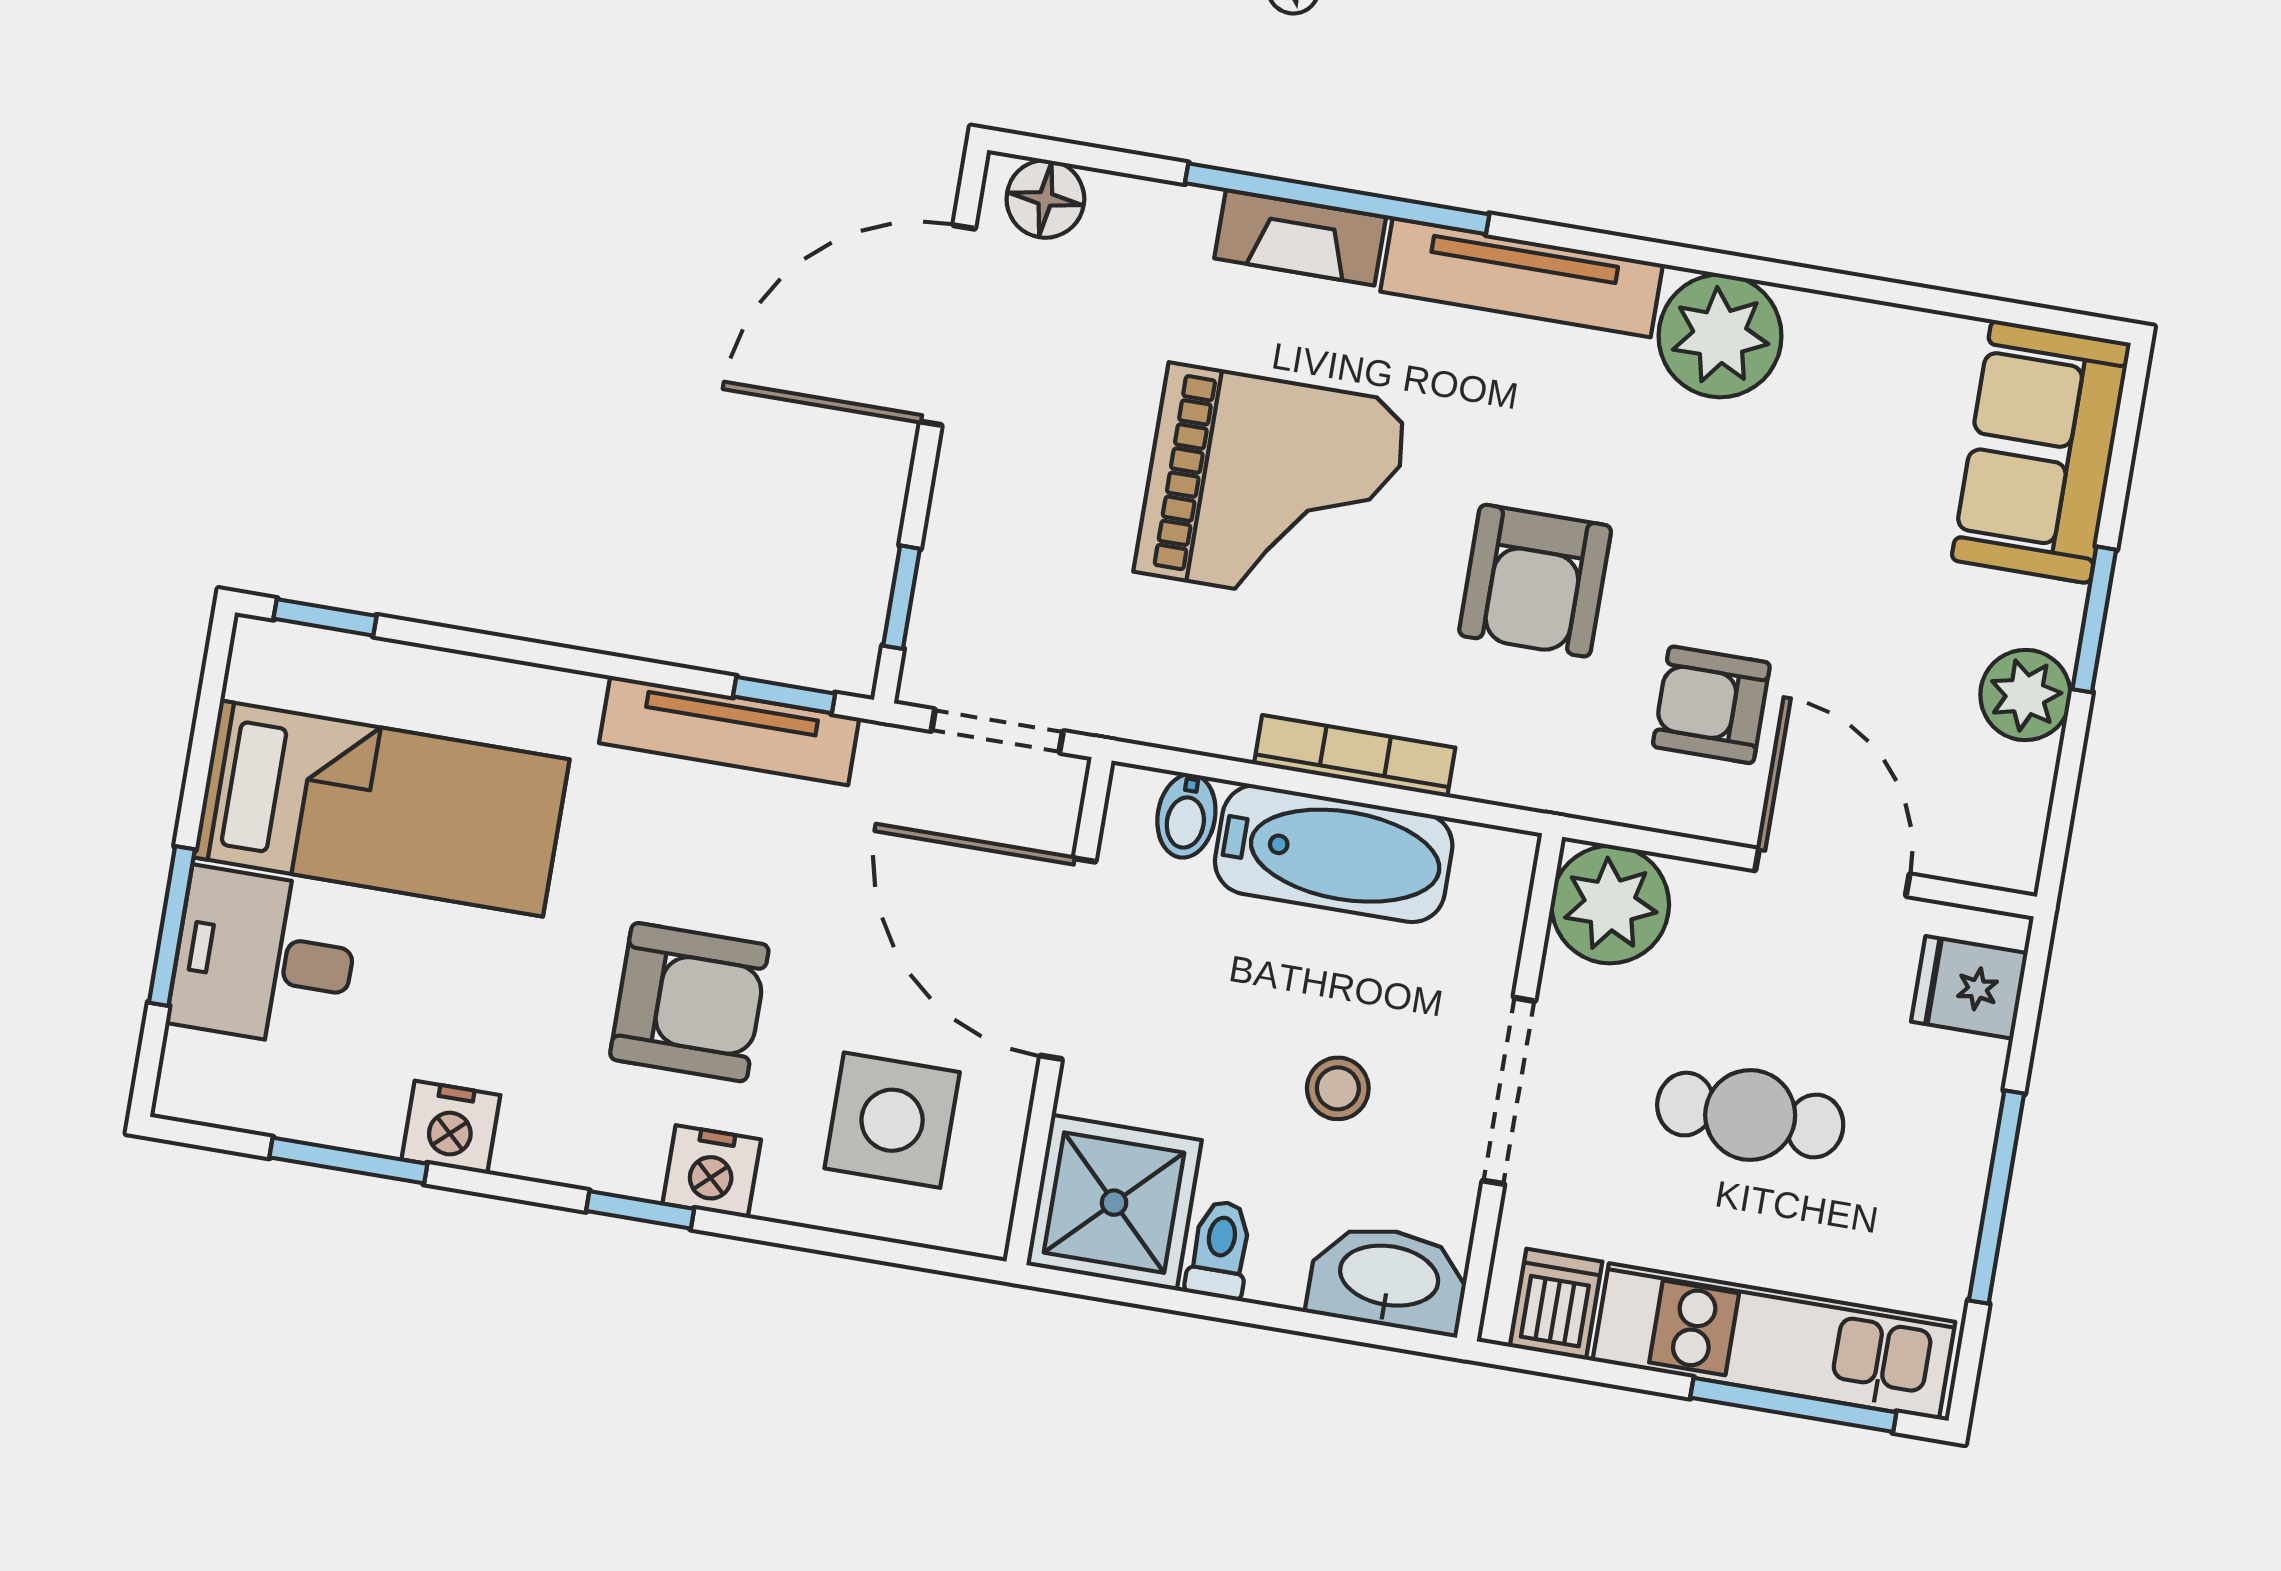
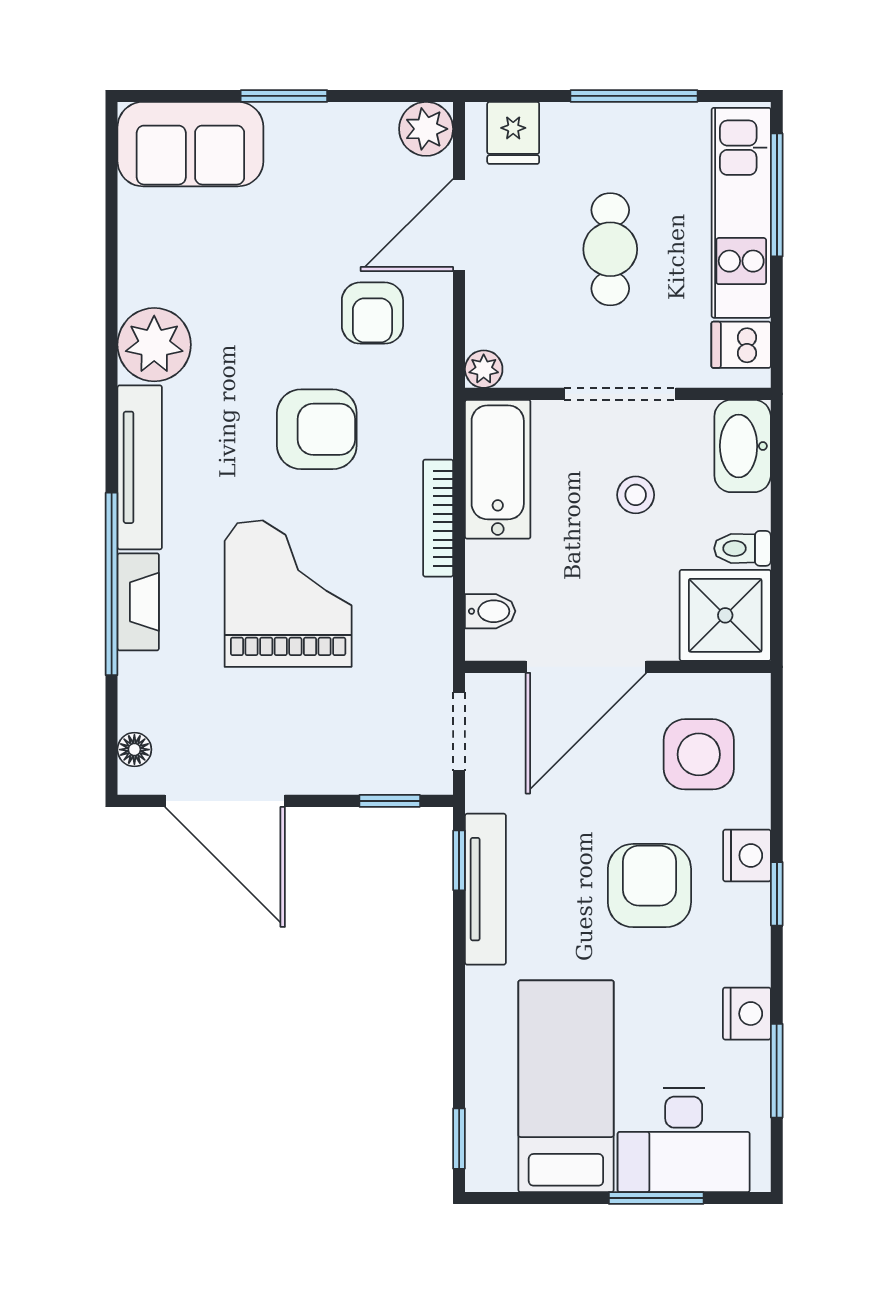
floor lamp: (1045, 199) -> (134, 750), width x0.73, depth x0.73
plant: (2026, 695) -> (426, 129), moved
bathtub: (1334, 854) -> (498, 469), moved
plant: (1610, 905) -> (484, 369), width x0.53, depth x0.53
desk: (265, 958) -> (684, 1140), width x1.37

